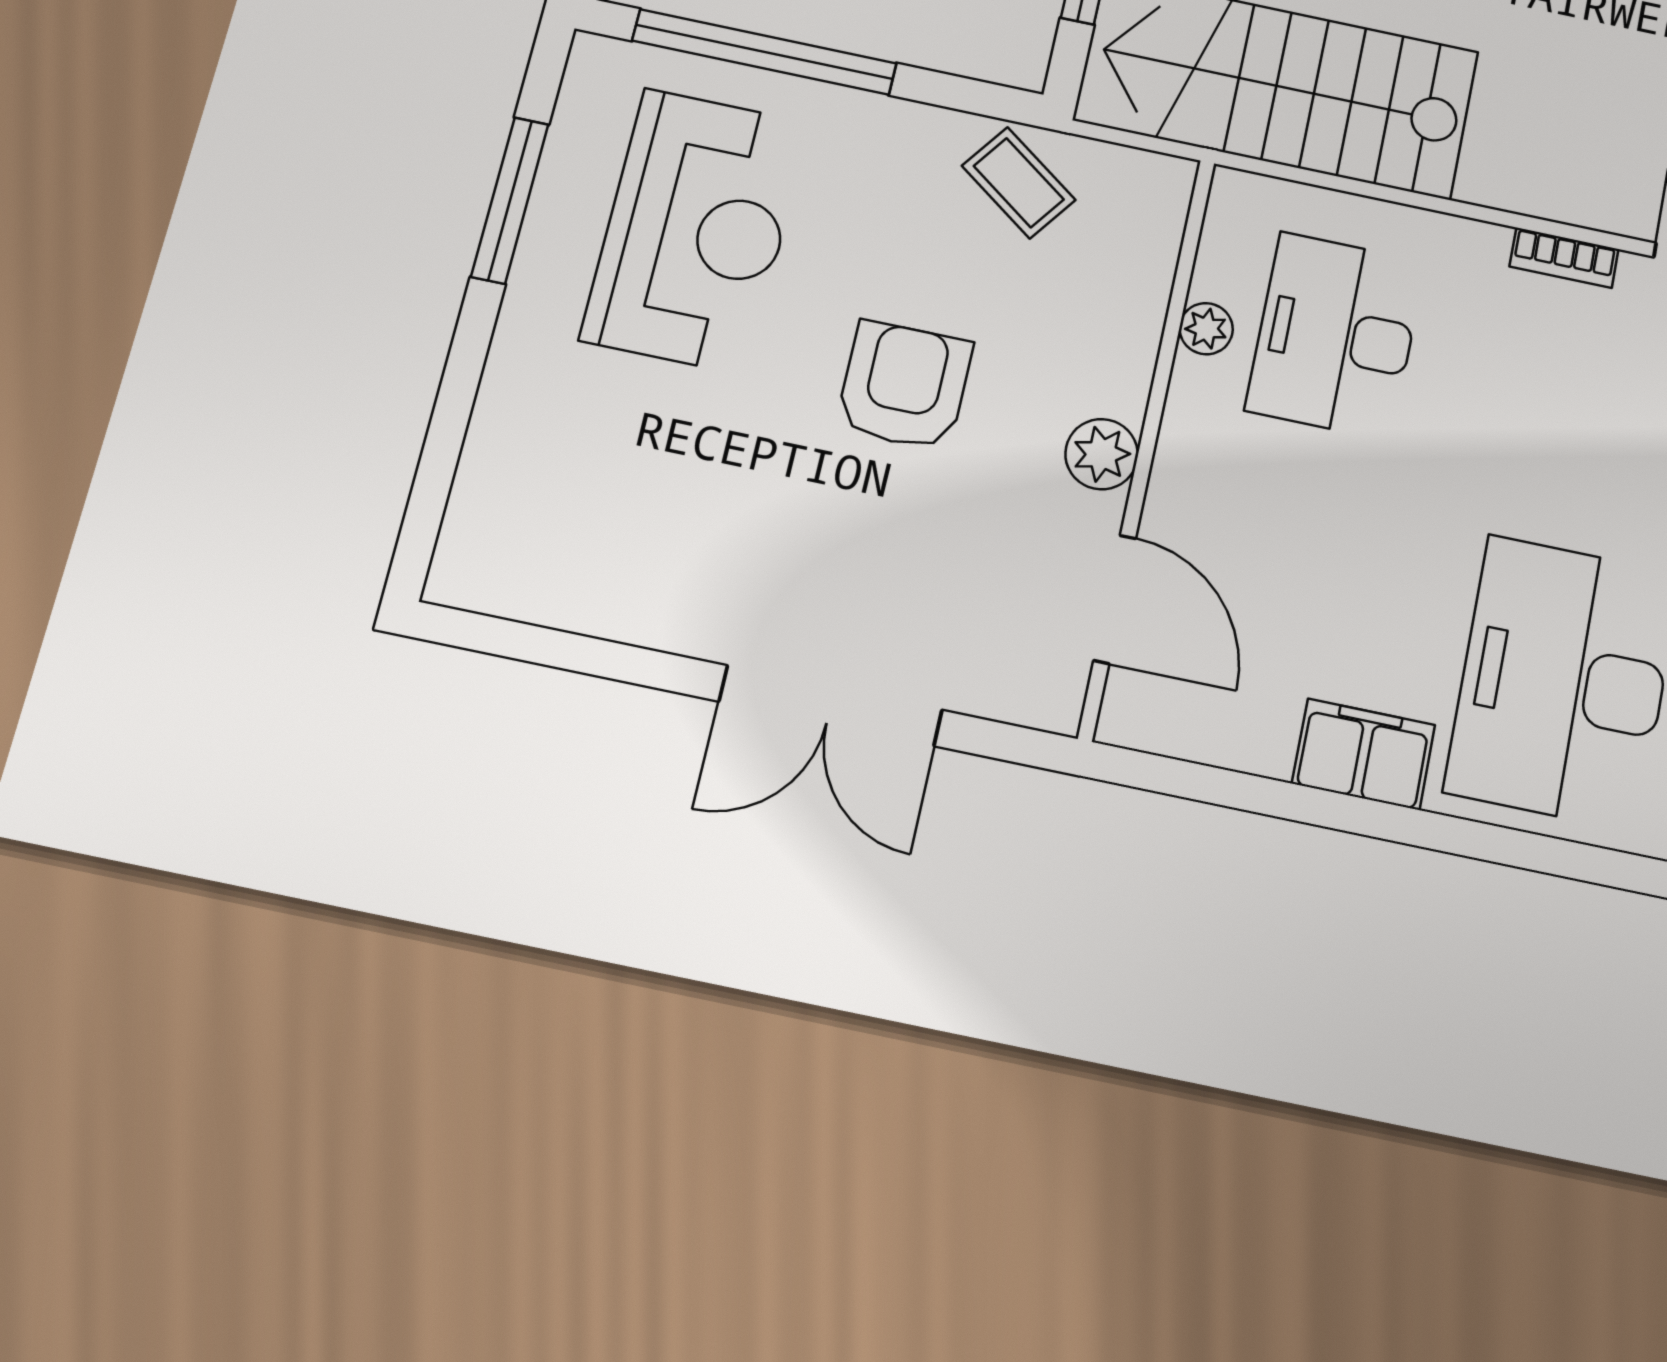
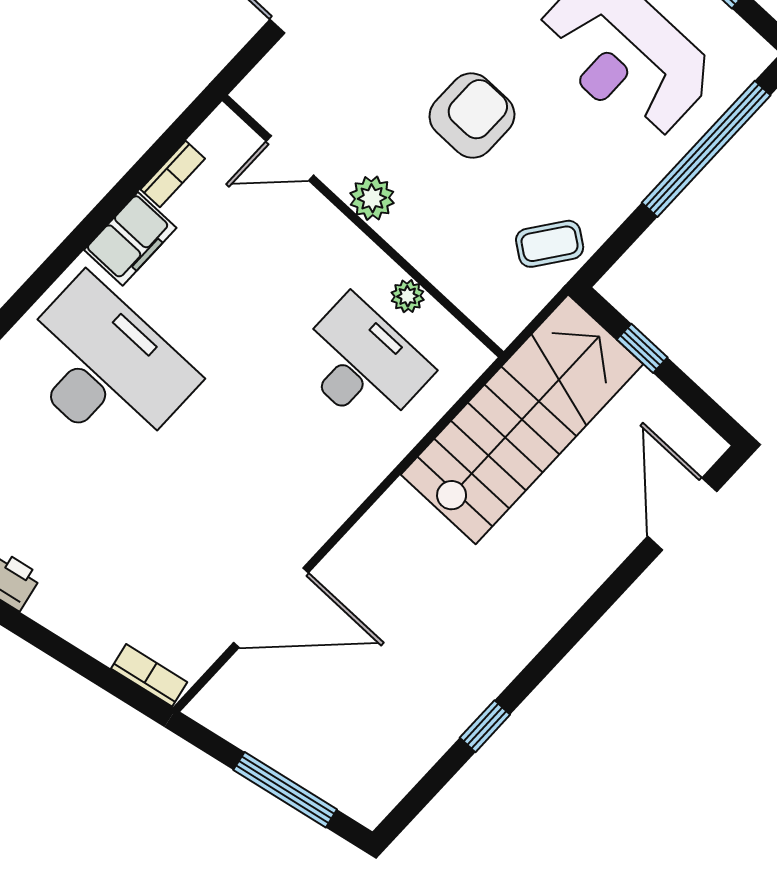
bookcase: (1564, 258) -> (173, 174), moved, turned 180
armchair: (904, 386) -> (472, 116), turned -90
door: (1115, 599) -> (290, 158), width x0.73

